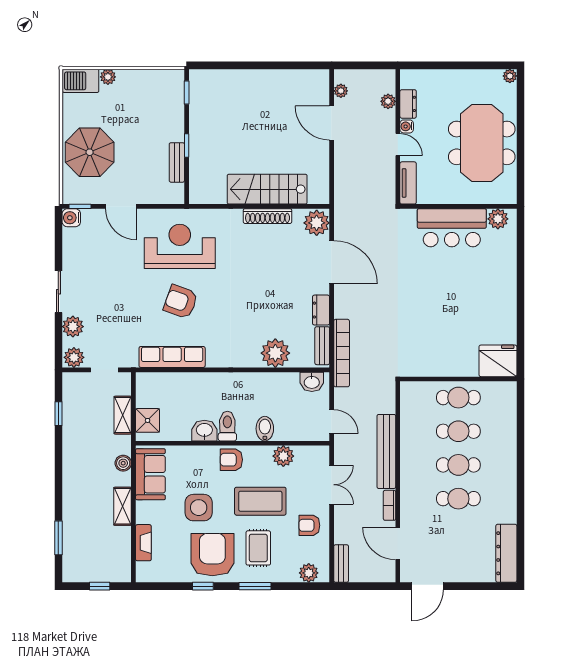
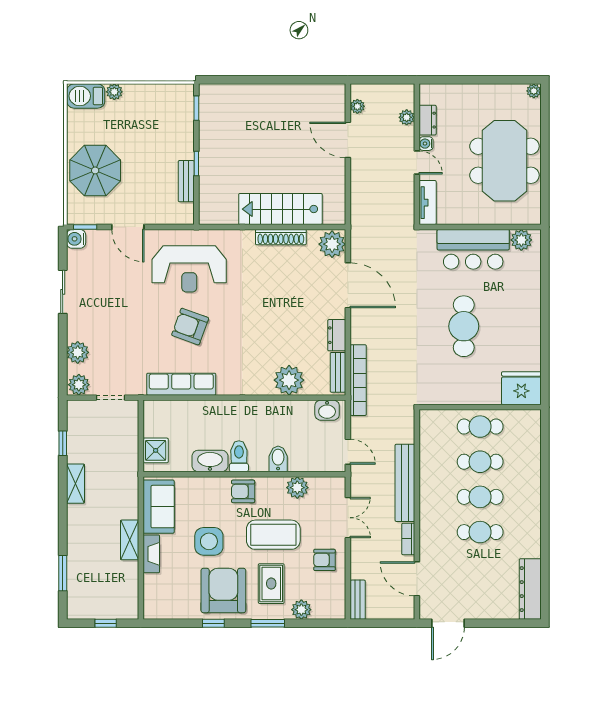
reception desk: (180, 246) -> (189, 269), turned 180
sliding door: (58, 292) -> (63, 292), moved
cafe table: (443, 301) -> (464, 326), added
shelving: (123, 415) -> (75, 484), moved
washbasin: (204, 431) -> (210, 461), width x1.38
boiler: (123, 463) -> (130, 495), removed
fireplace: (143, 543) -> (151, 554), moved
plant: (309, 573) -> (301, 610), moved

